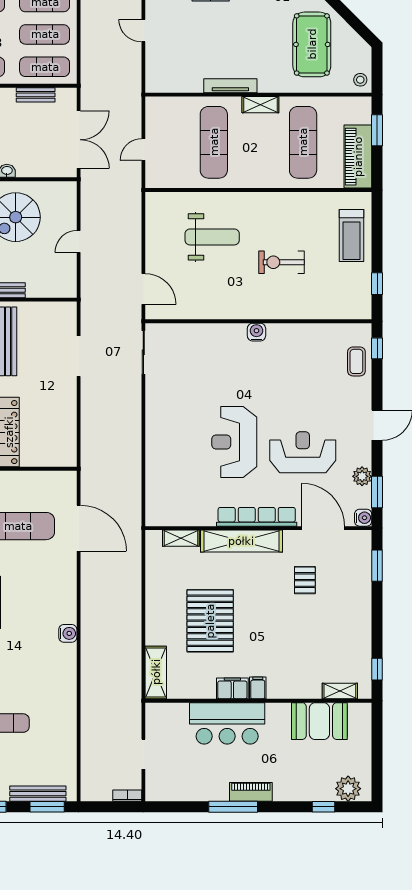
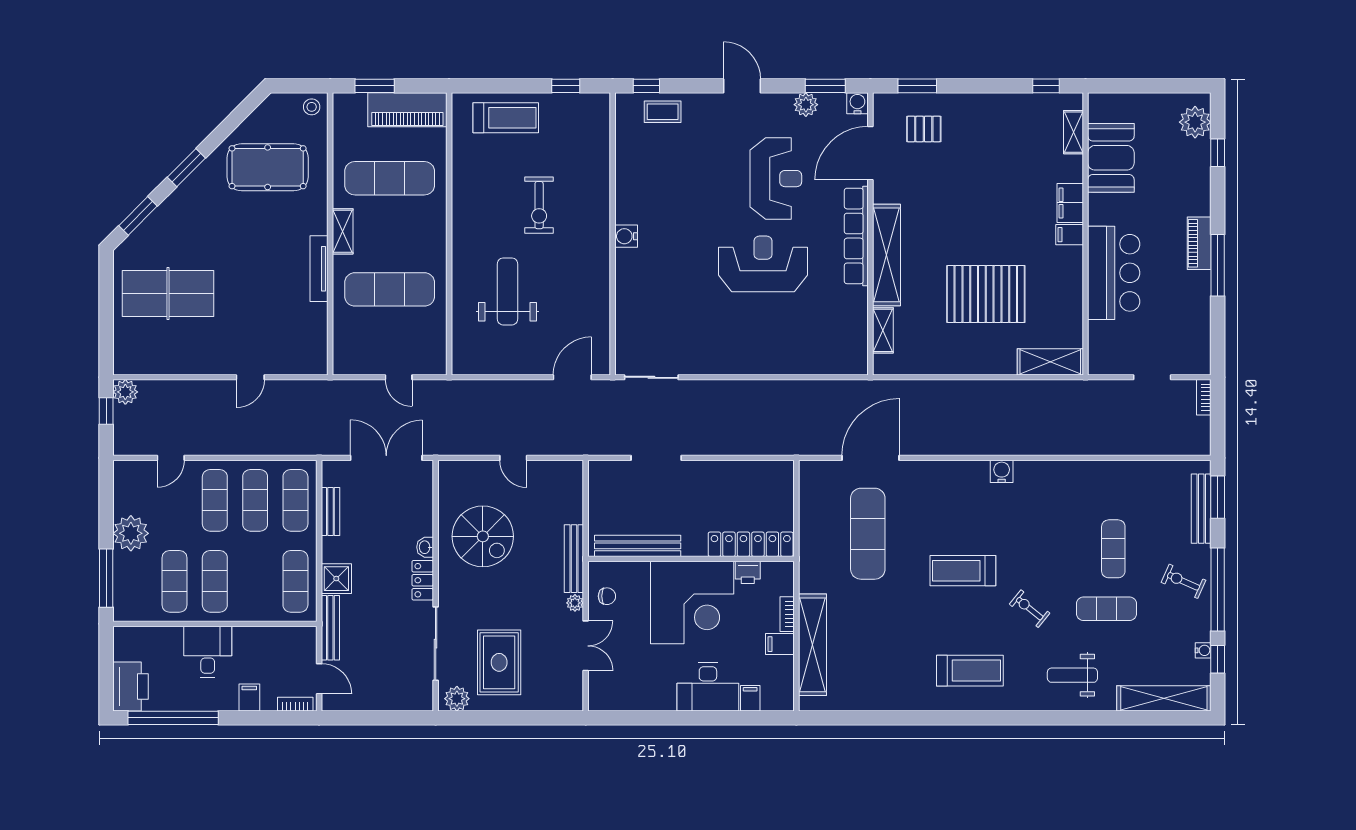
reception desk: (234, 442) -> (763, 264), turned 180
reception desk: (303, 452) -> (776, 179), turned 180
pallet: (305, 580) -> (924, 129), moved
filing cabinet: (232, 688) -> (1070, 203), moved

